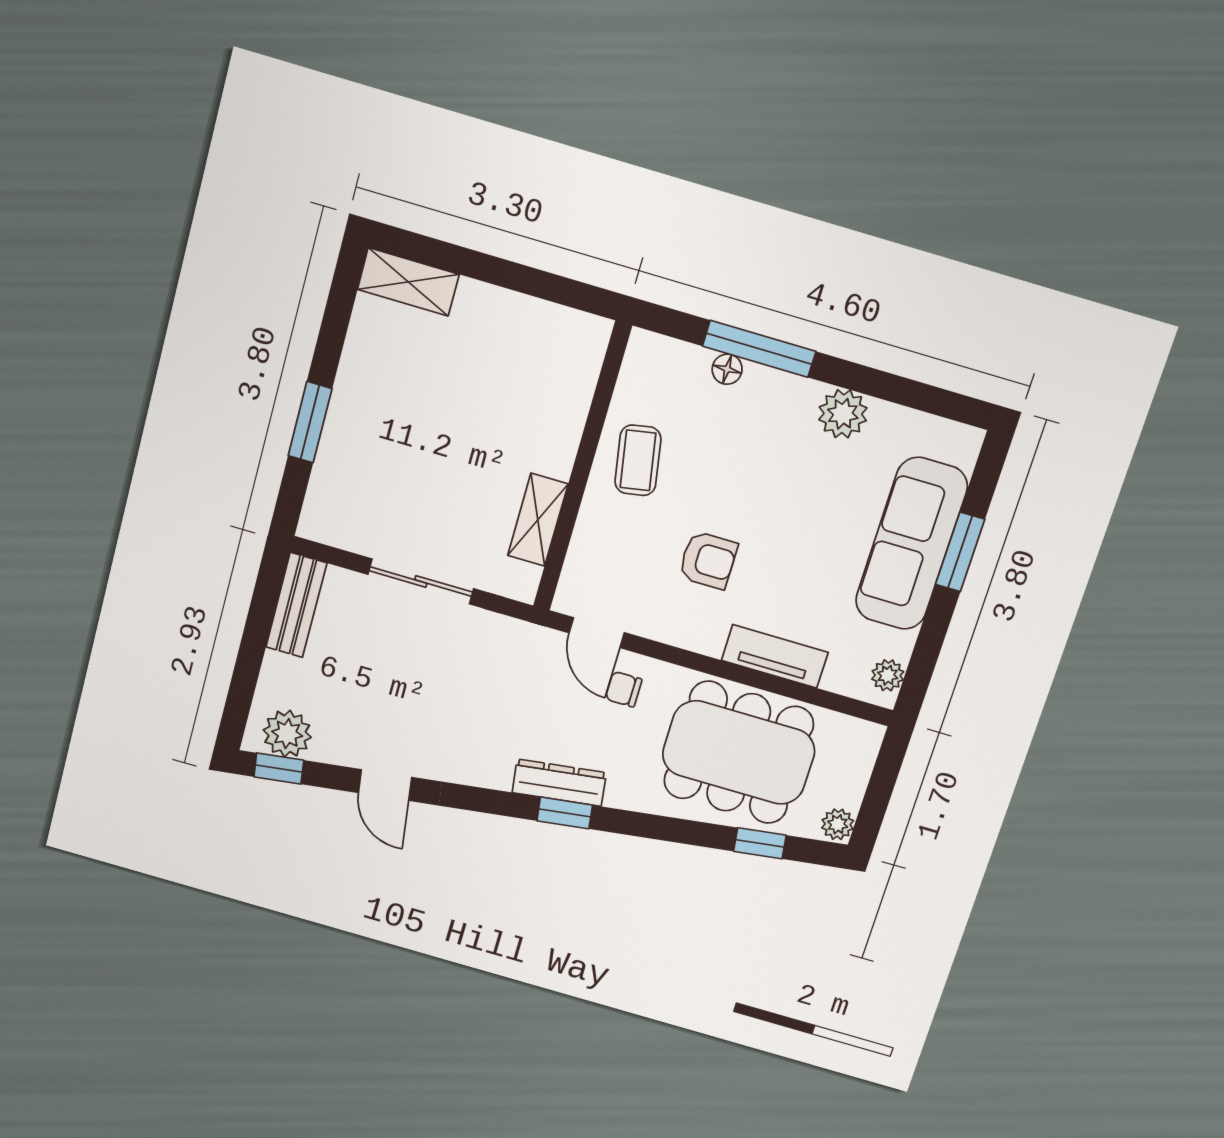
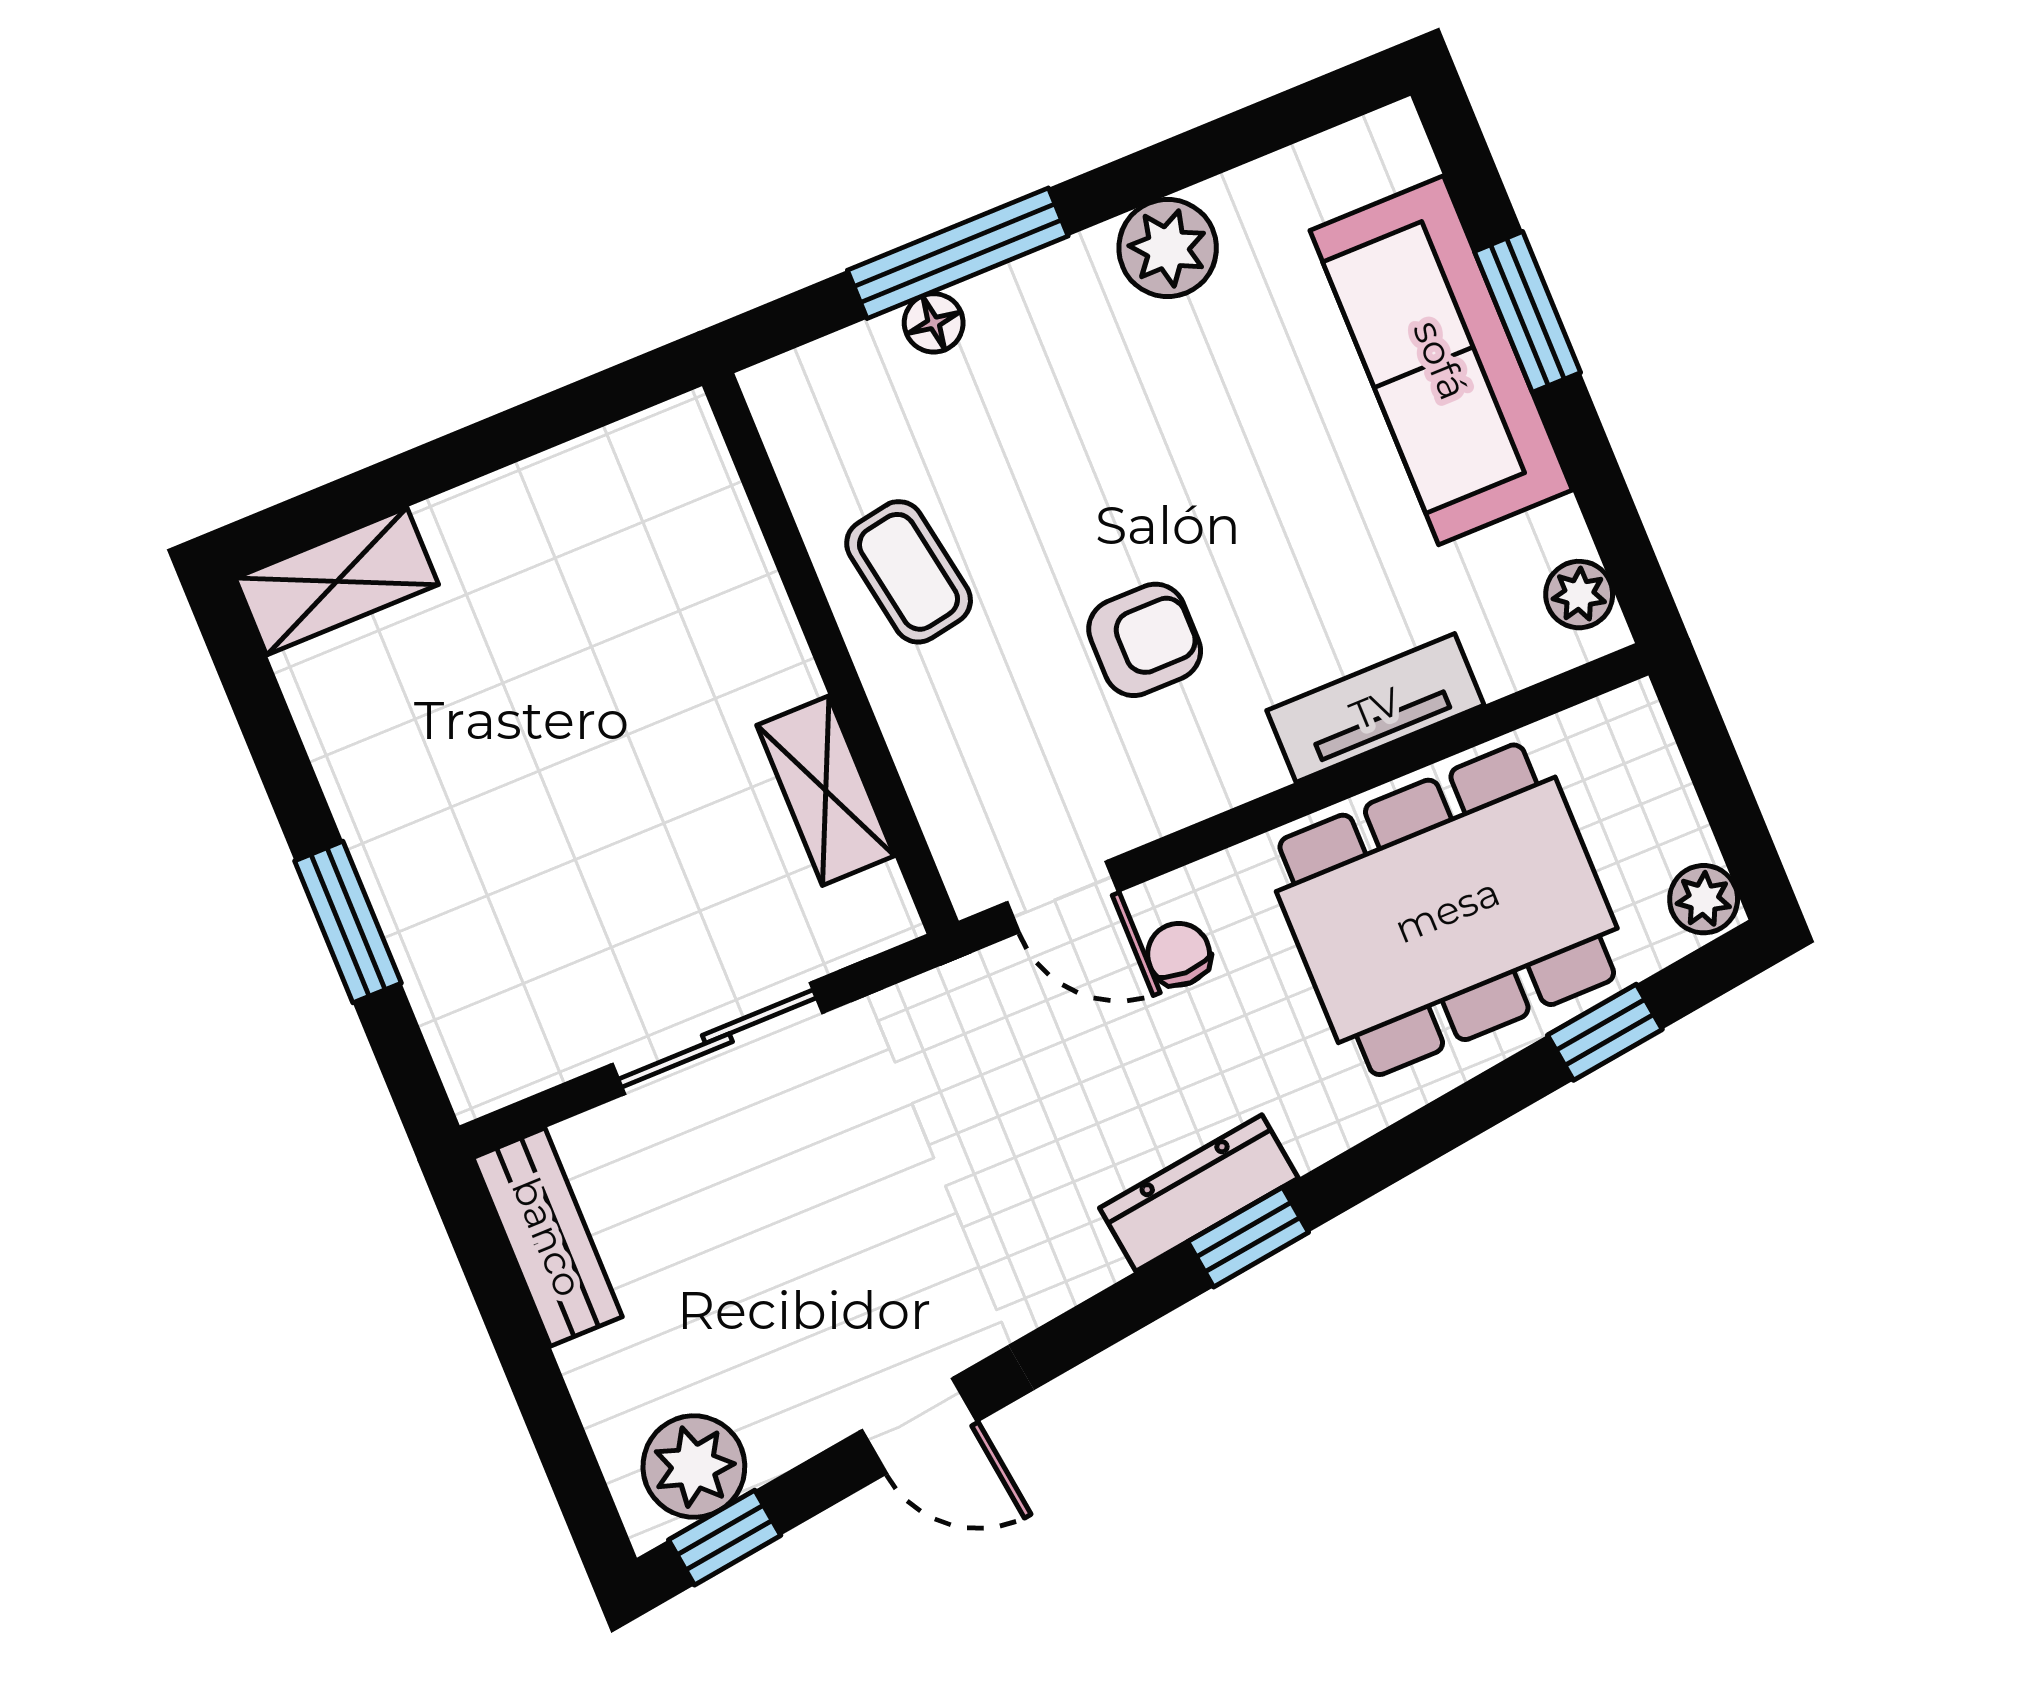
chair: (624, 689) -> (1179, 954), turned 90

